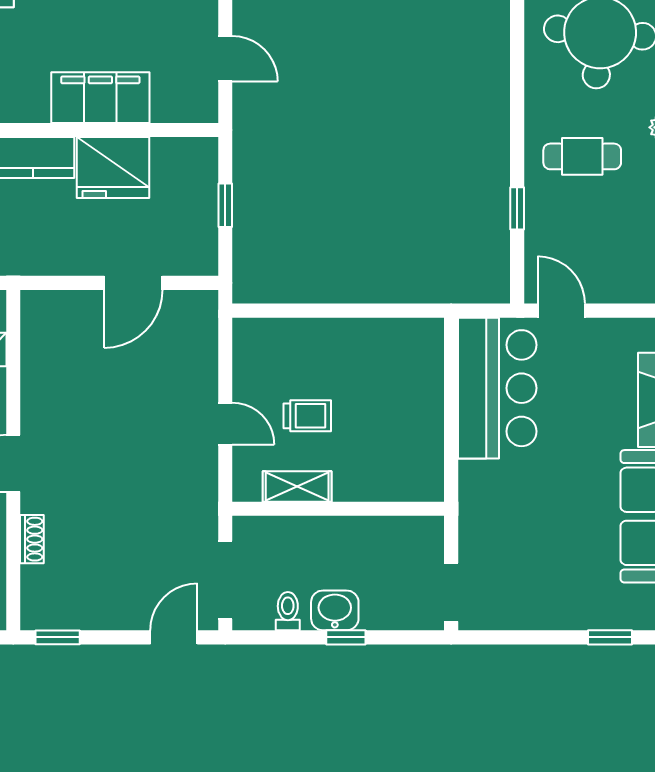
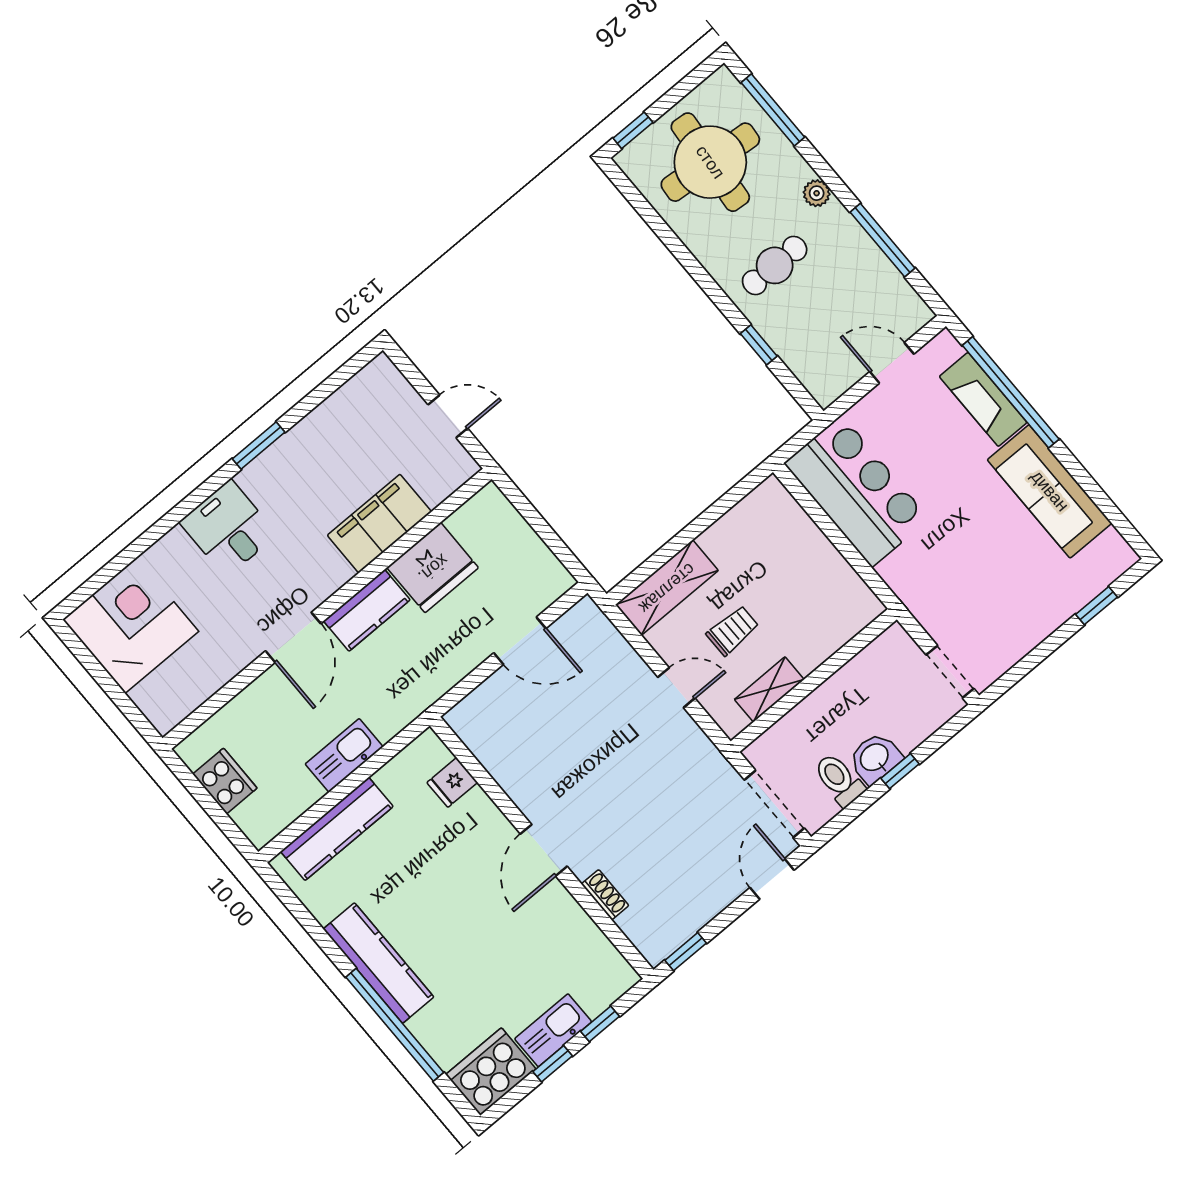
window: (225, 205) -> (540, 525), removed
door: (133, 283) -> (520, 641), hinge flipped
door: (561, 311) -> (892, 363), moved
shelving: (284, 338) -> (667, 588), added
toilet: (288, 611) -> (839, 780), width x1.37, depth x1.39

